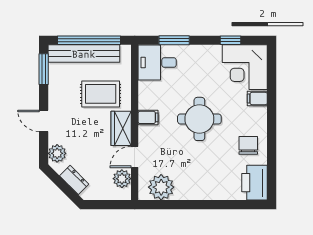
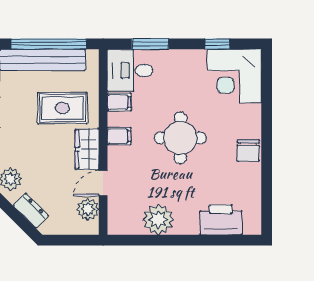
filing cabinet: (257, 99) -> (119, 102), moved, turned 180
chair: (248, 145) -> (248, 151), moved, turned 180
printer: (255, 183) -> (221, 220), moved, turned 90
plant: (161, 187) -> (158, 219), moved

